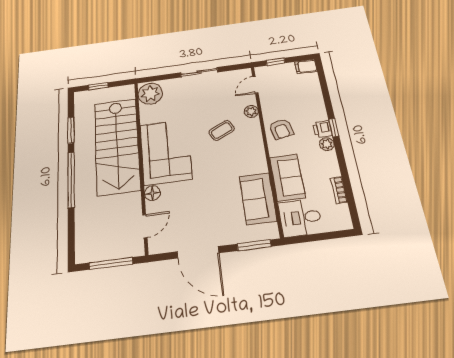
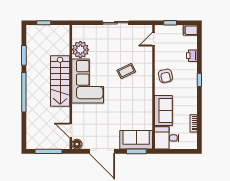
plant: (150, 94) -> (80, 50), moved
plant: (251, 111) -> (148, 60), removed
printer: (322, 129) -> (192, 56), moved
plant: (327, 144) -> (193, 91), removed
stairs: (117, 146) -> (60, 81), width x0.73, depth x0.66
floor lamp: (152, 193) -> (77, 144), moved
sofa: (258, 199) -> (136, 140), moved, turned 90
door: (145, 226) -> (71, 130), swing flipped

